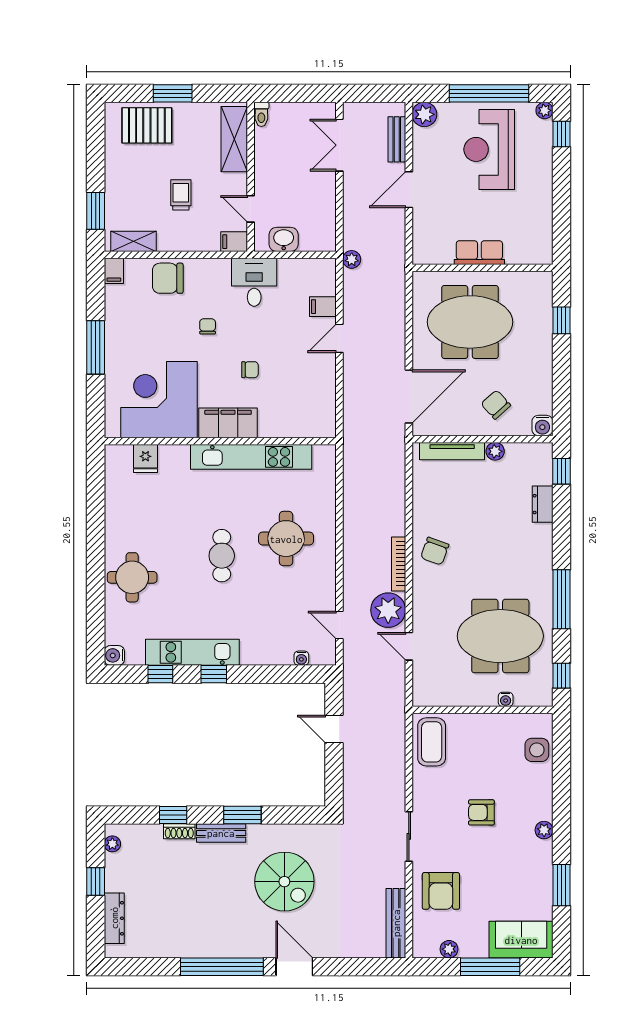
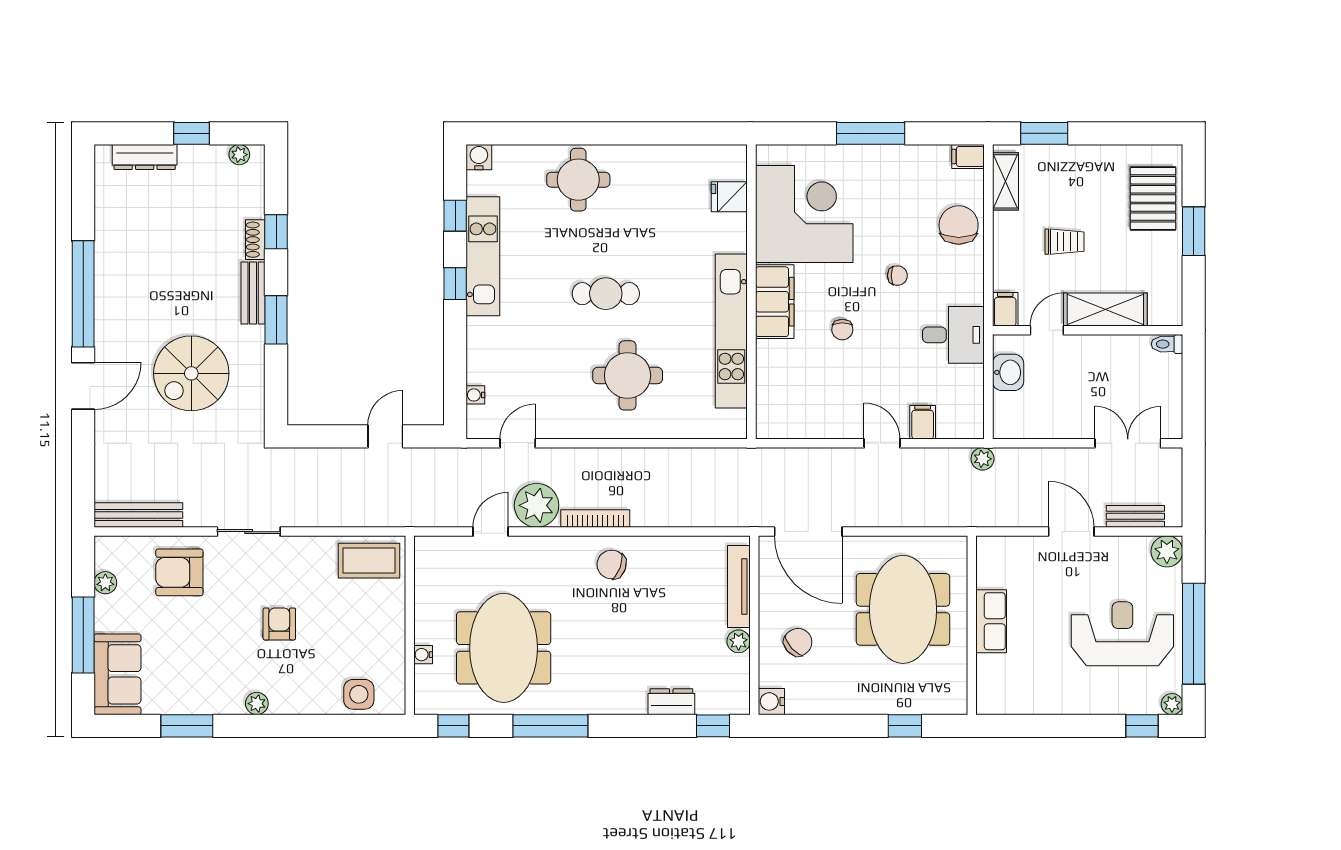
shelving: (234, 139) -> (1105, 310), moved

